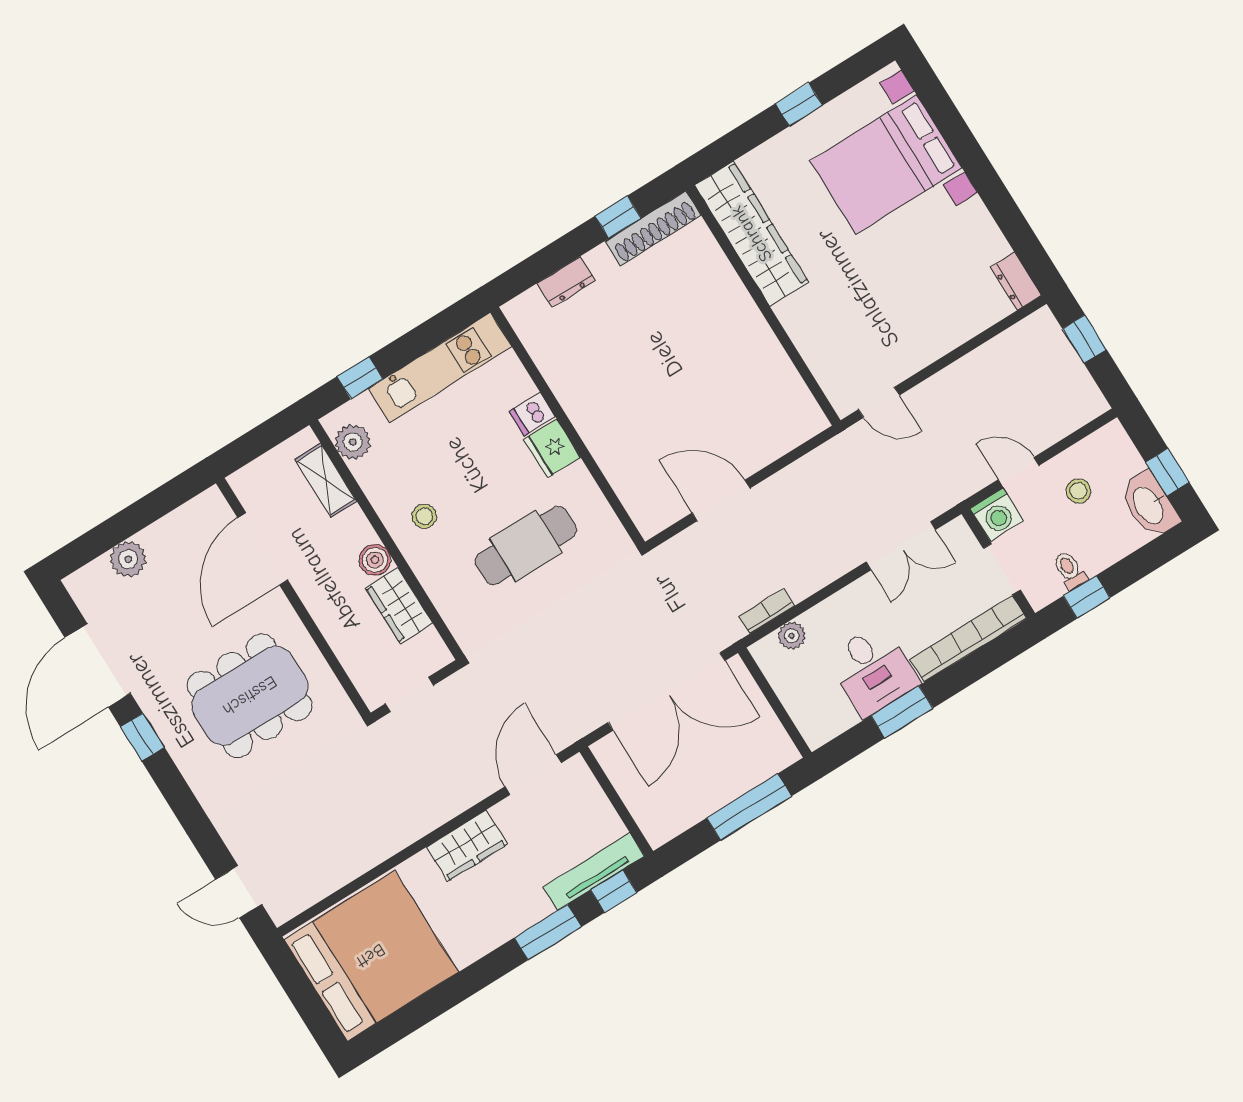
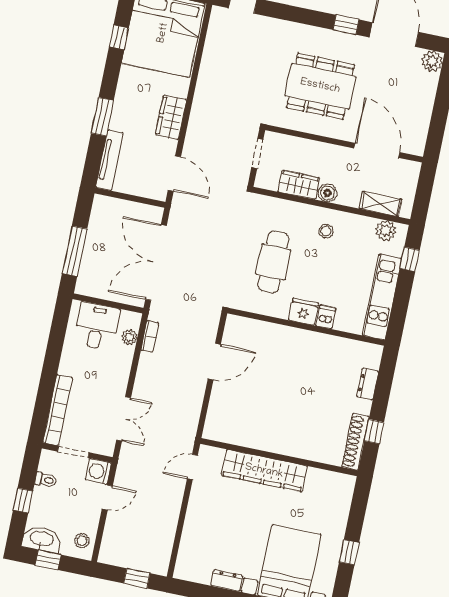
wardrobe: (751, 234) -> (264, 471), moved
dresser: (1016, 281) -> (227, 581), moved
stool: (1078, 491) -> (82, 541), moved
double door: (901, 546) -> (124, 419), swing flipped
plant: (128, 559) -> (432, 61), moved
window: (1087, 597) -> (23, 501), moved
desk: (873, 670) -> (97, 326), moved, turned 90
dining table: (250, 696) -> (320, 86), turned 90
window: (902, 712) -> (53, 353), removed
window: (614, 891) -> (119, 37), moved

